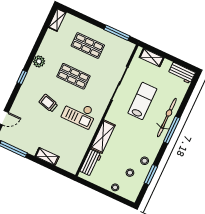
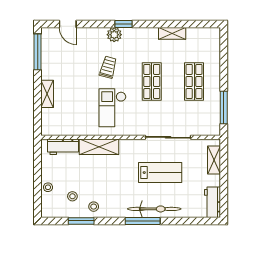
shelving: (57, 20) -> (172, 33), moved
plant: (39, 61) -> (114, 35), moved

